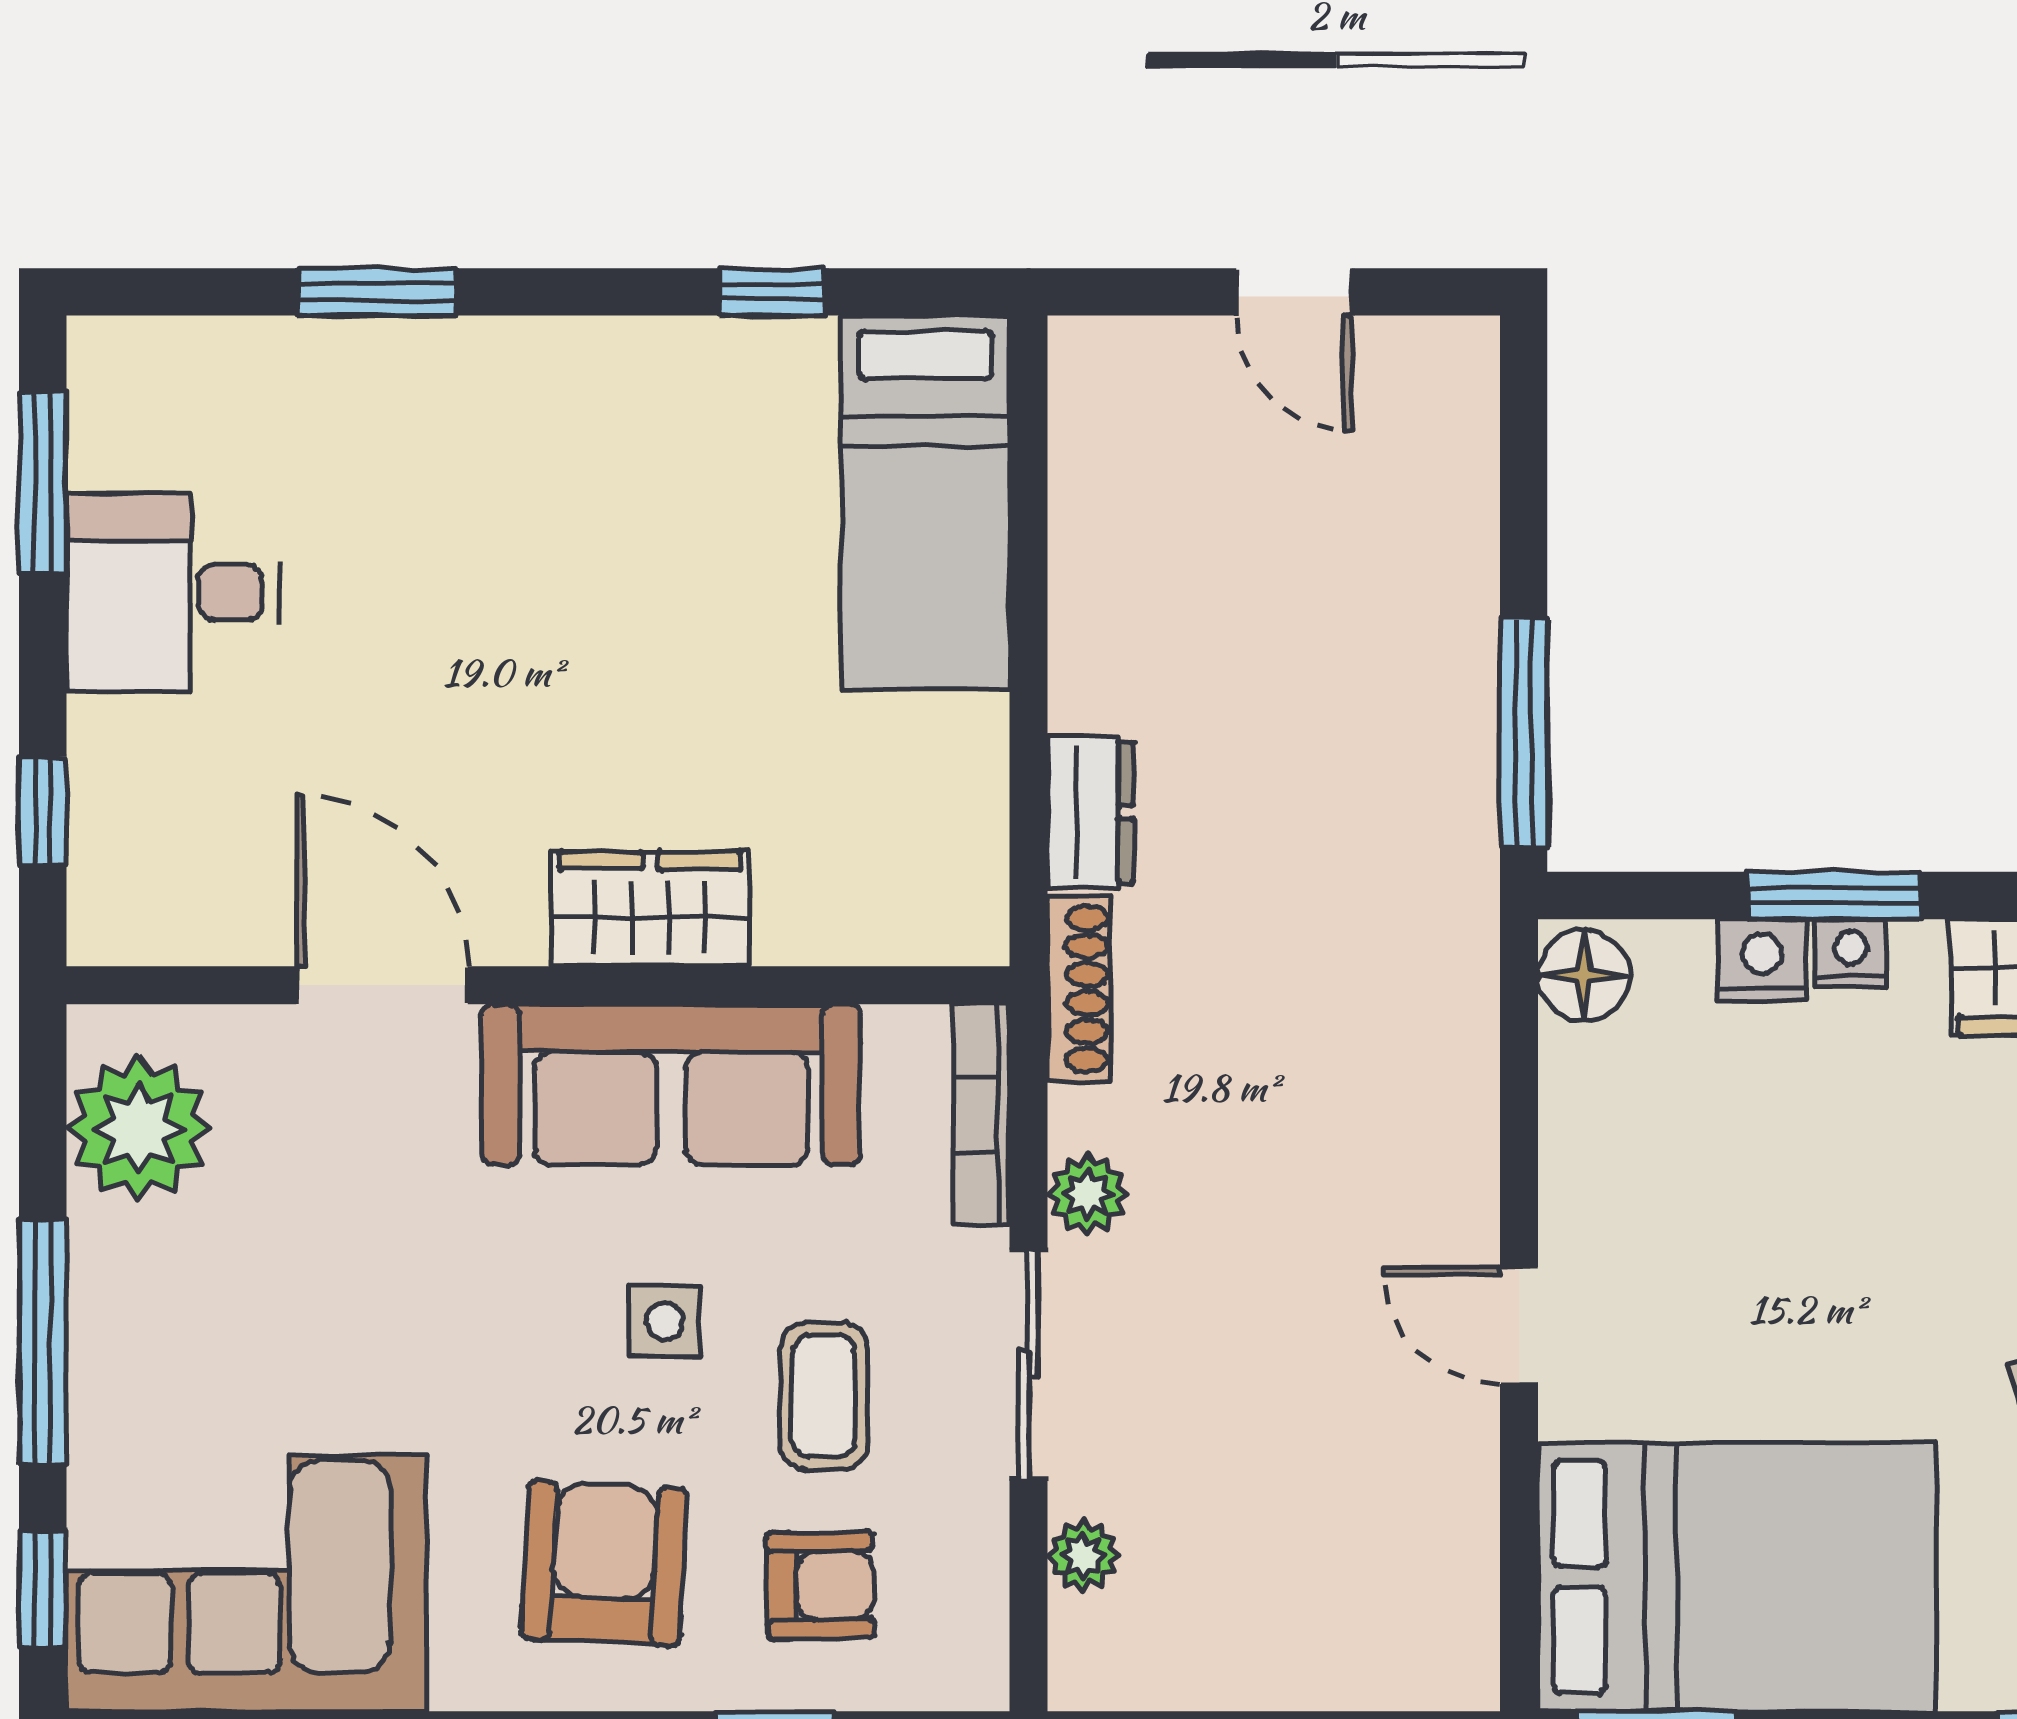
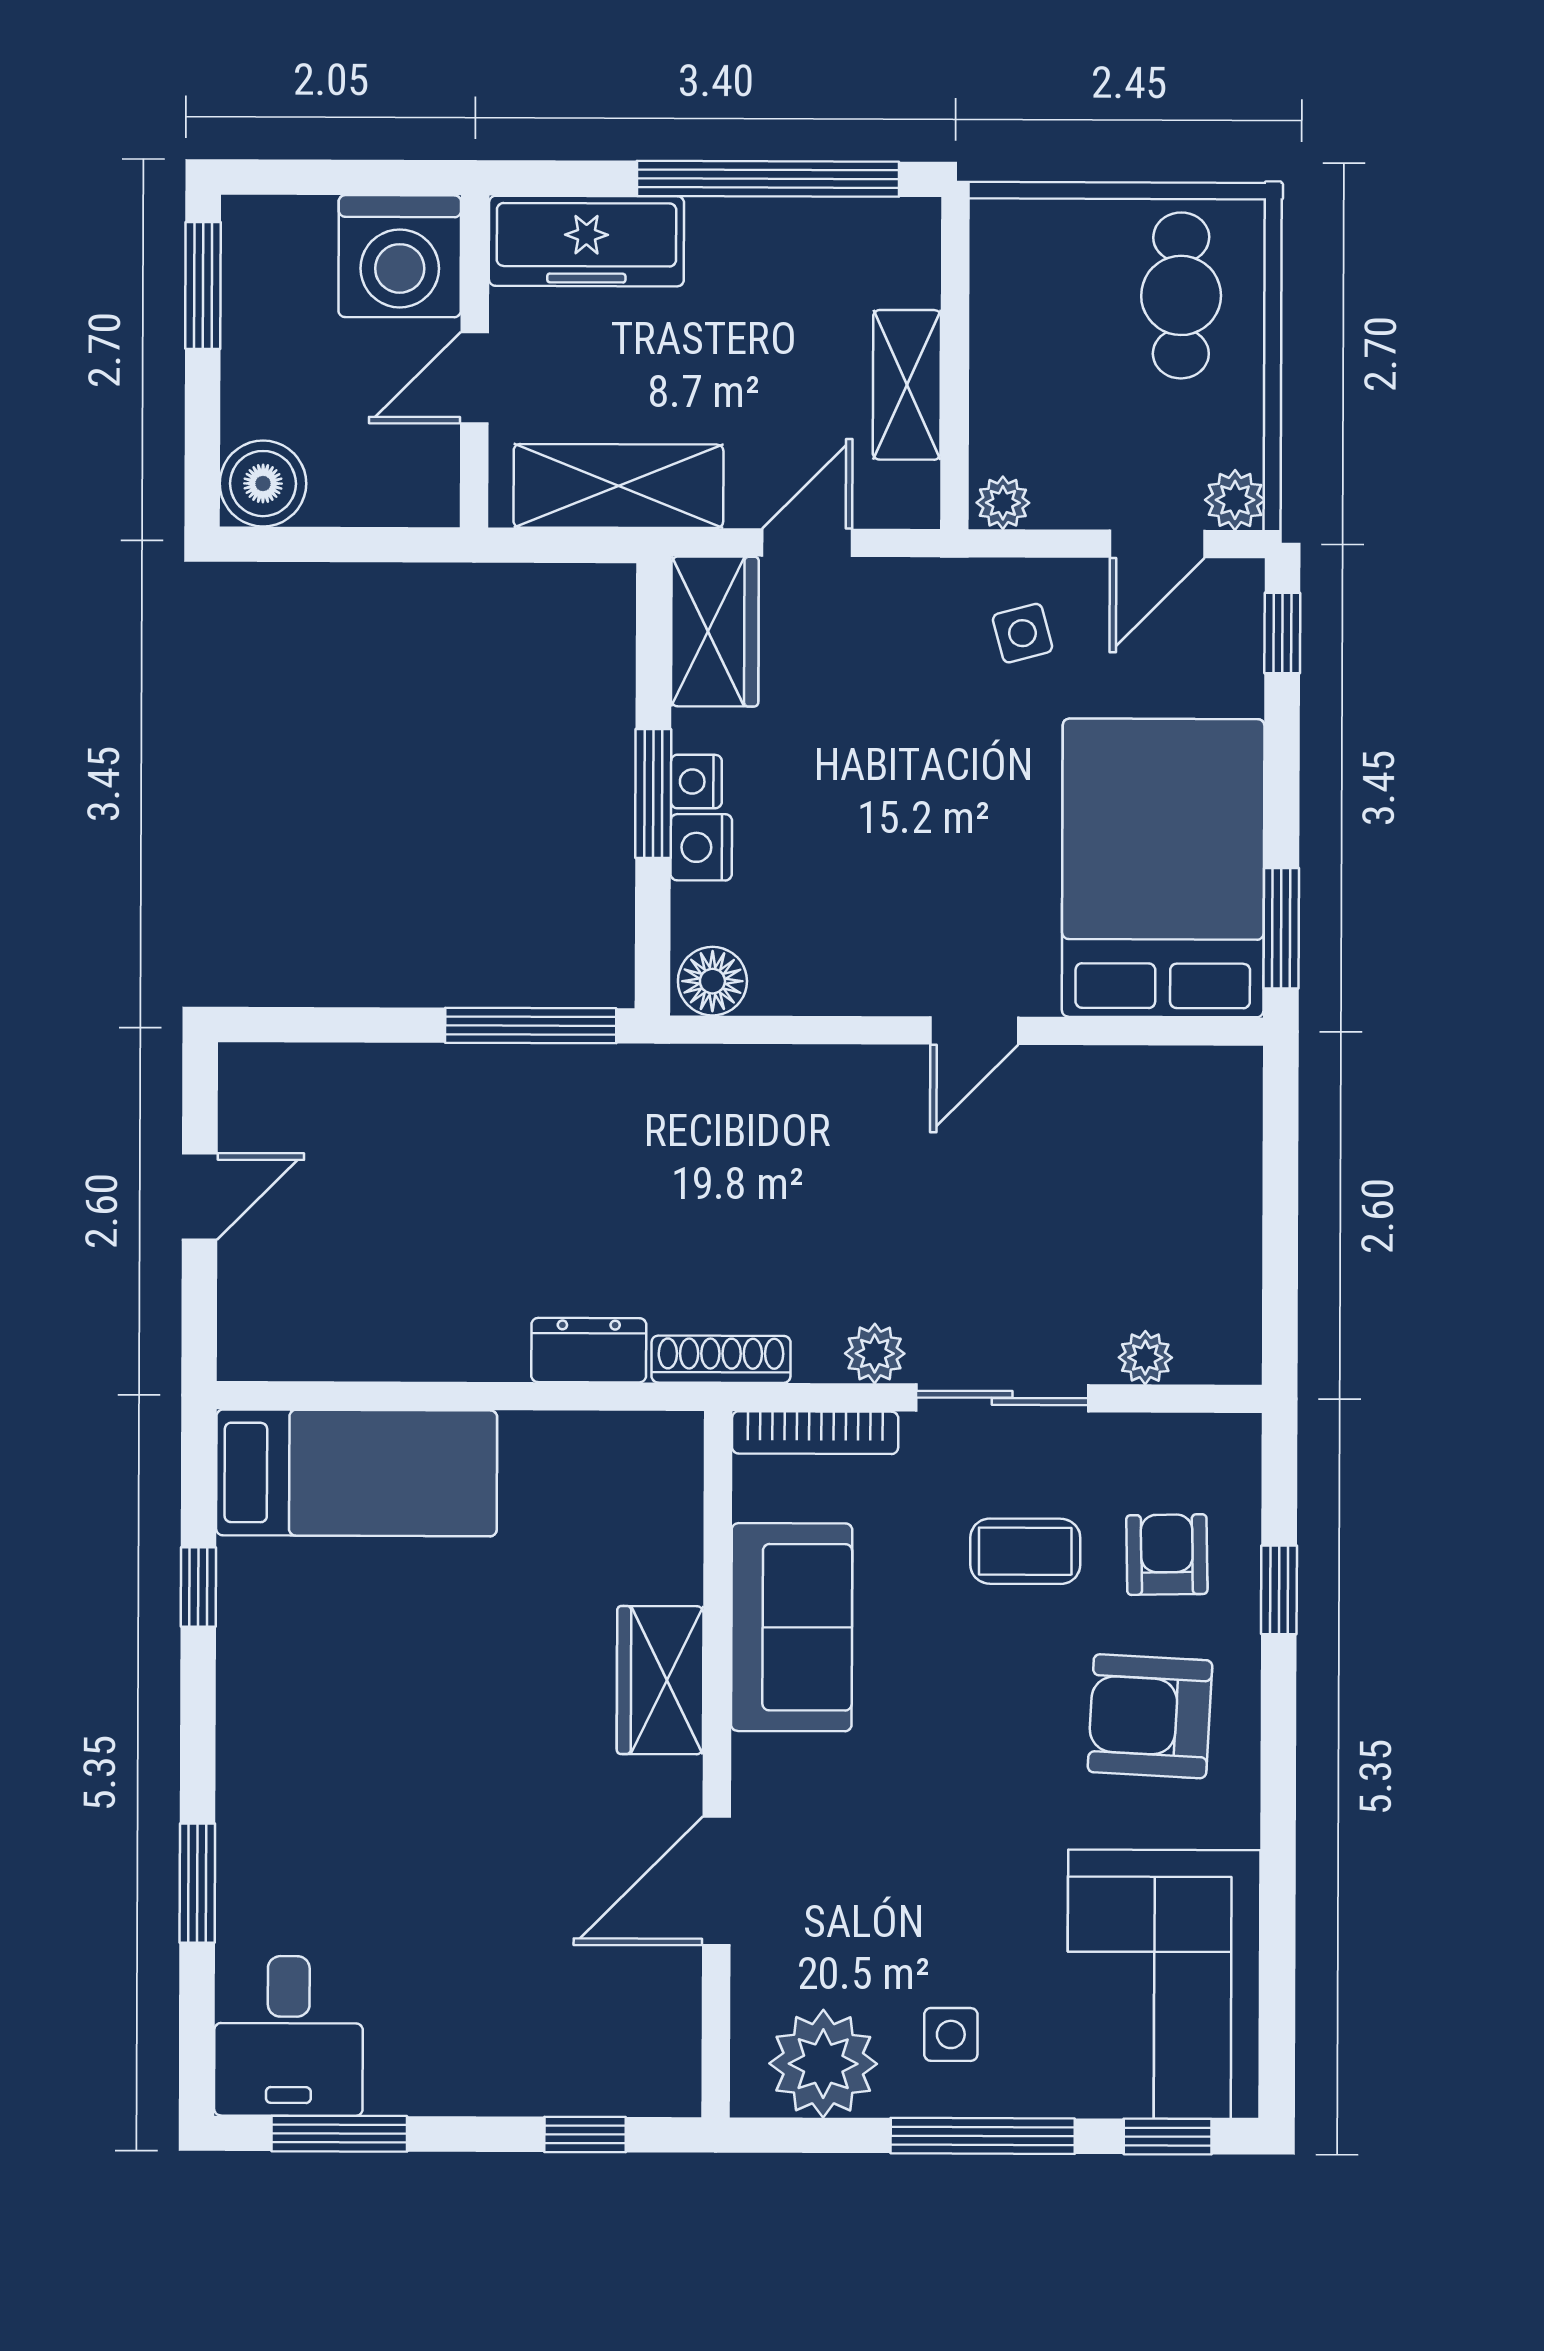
desk: (173, 592) -> (289, 2036), moved
sofa: (671, 1084) -> (792, 1627), width x0.73
side table: (665, 1321) -> (951, 2034), moved

